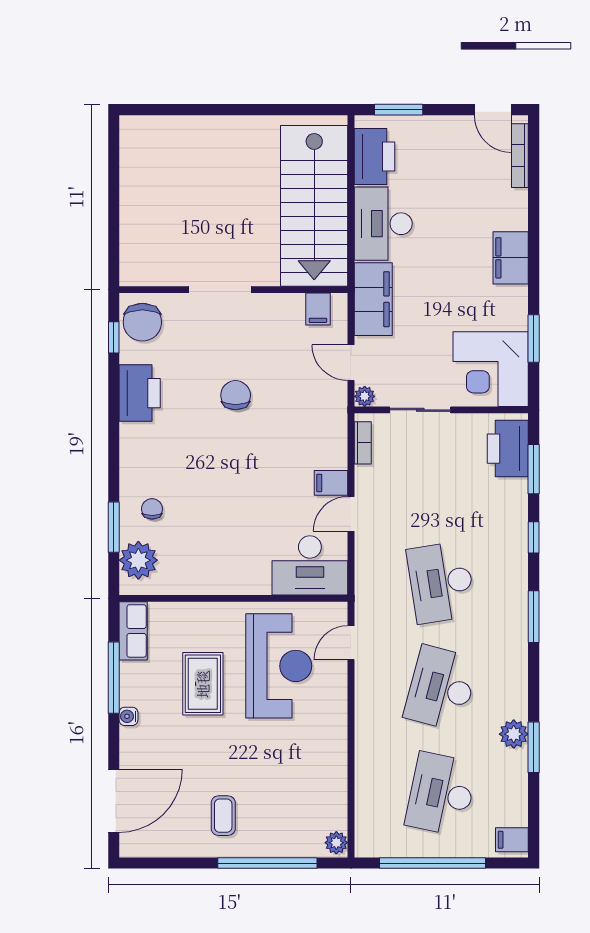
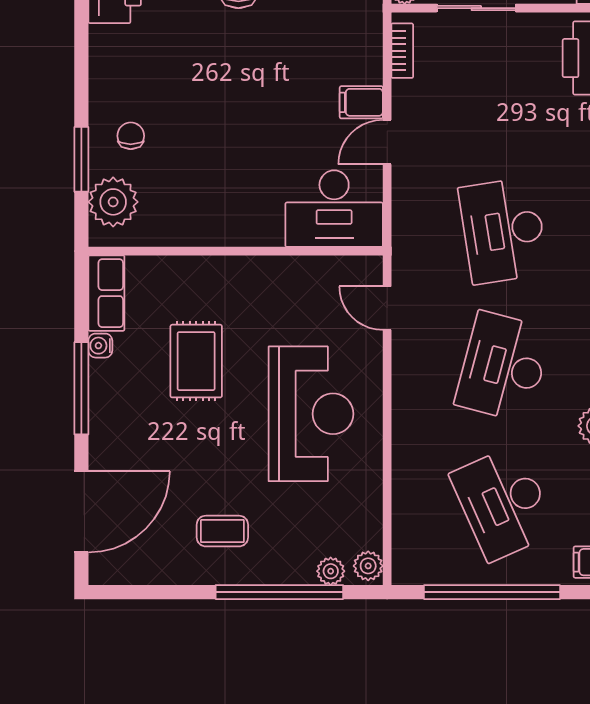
door: (351, 643) -> (387, 308), hinge flipped
reception desk: (279, 666) -> (311, 414), moved
window: (114, 678) -> (81, 388), moved
water cooler: (128, 716) -> (100, 346), moved
desk: (441, 794) -> (503, 503), turned -36
coffee table: (223, 816) -> (222, 531), turned 90
plant: (307, 847) -> (331, 571), added

